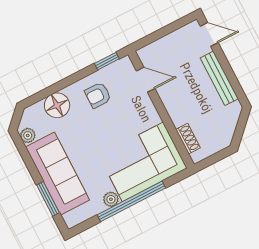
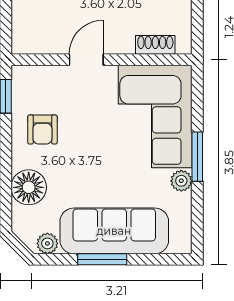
door: (146, 80) -> (86, 60), moved
window: (48, 199) -> (102, 259), moved
window: (131, 201) -> (197, 157), width x0.47

